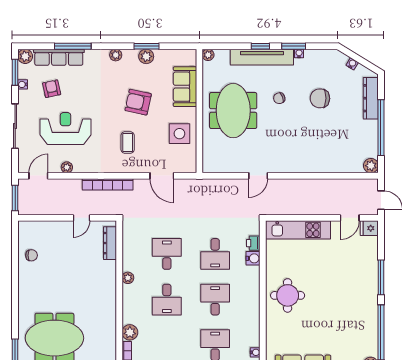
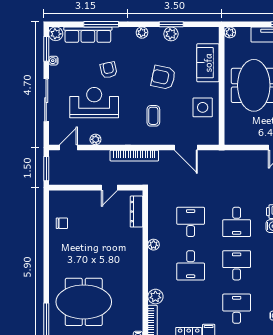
armchair: (52, 89) -> (109, 70), moved

